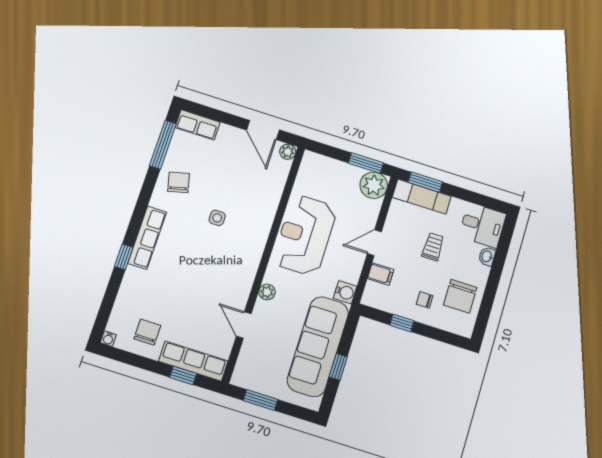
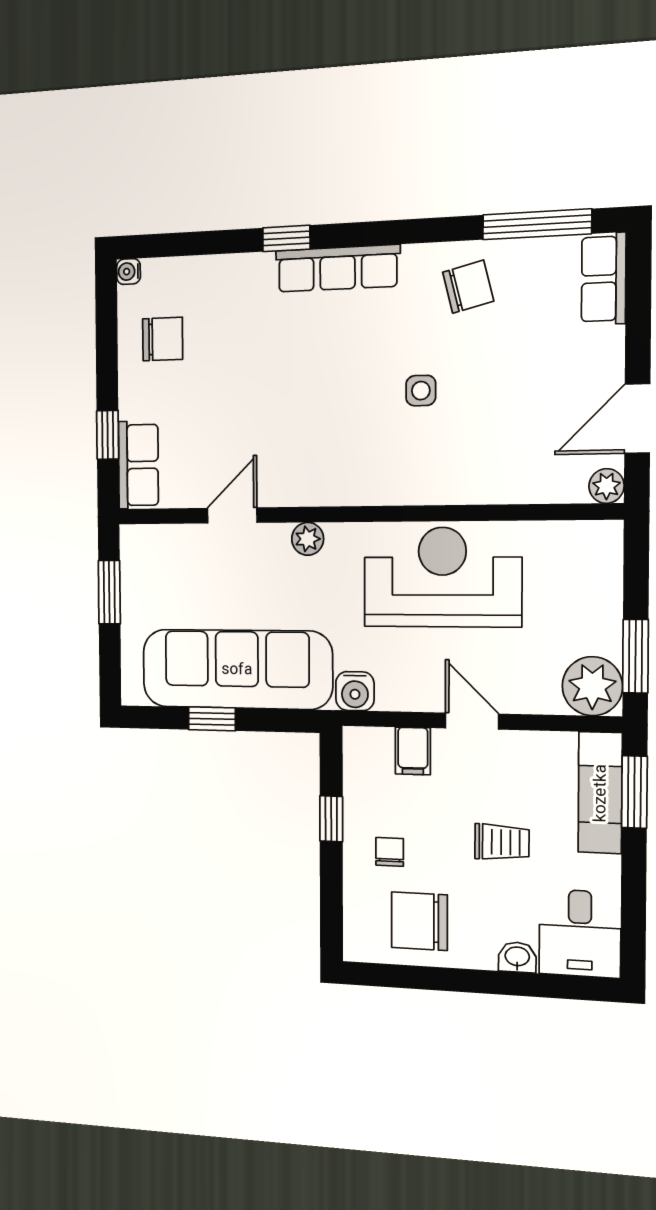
row of seats: (193, 361) -> (138, 465), width x0.68

